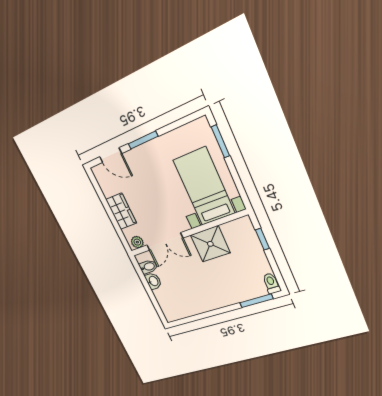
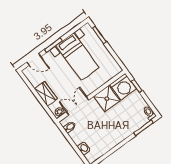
bed with nightstands: (204, 187) -> (78, 57), moved, turned 180
washing machine: (240, 234) -> (123, 87), added
double door: (165, 242) -> (78, 106), swing flipped
washbasin: (153, 281) -> (84, 148), moved

